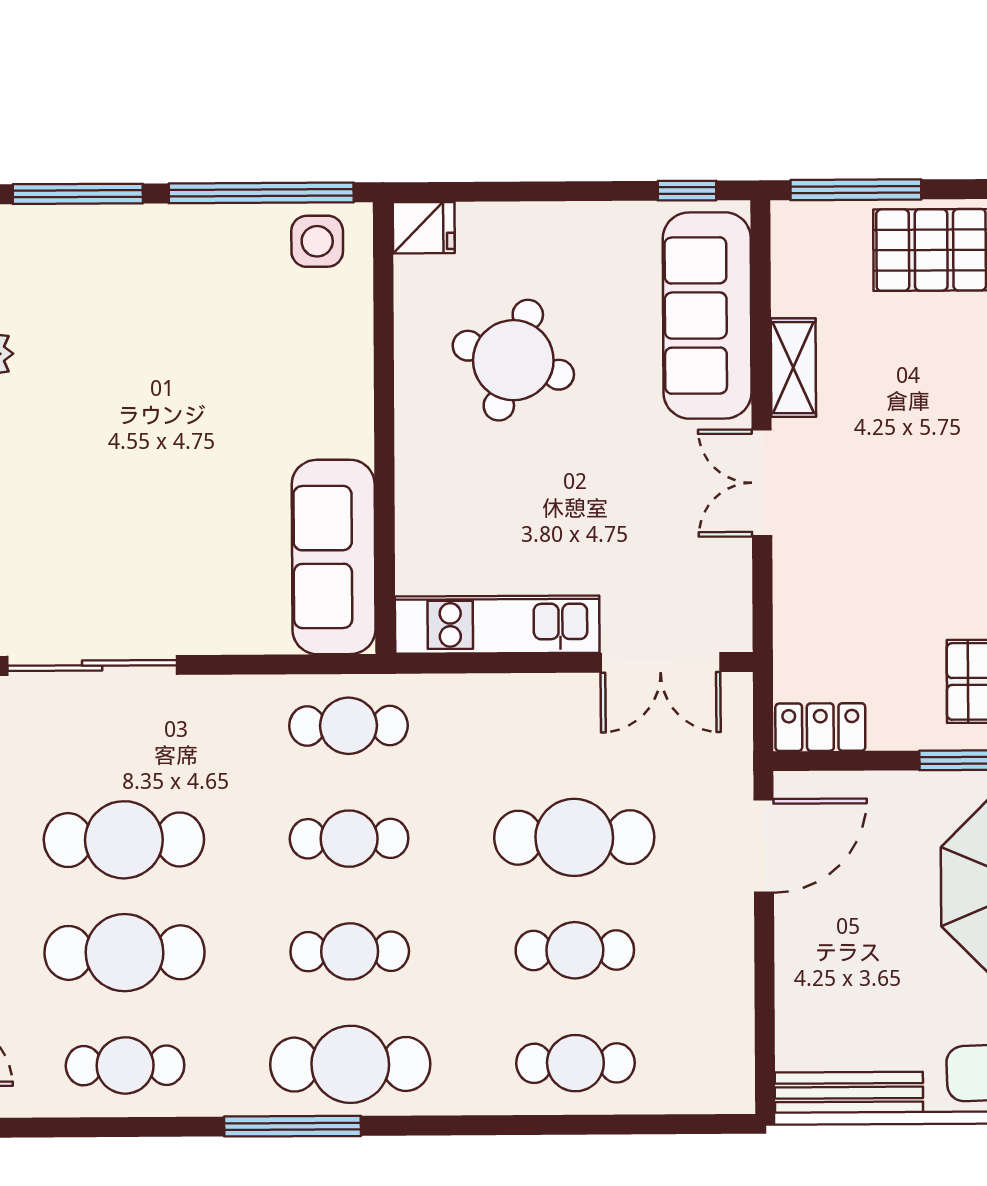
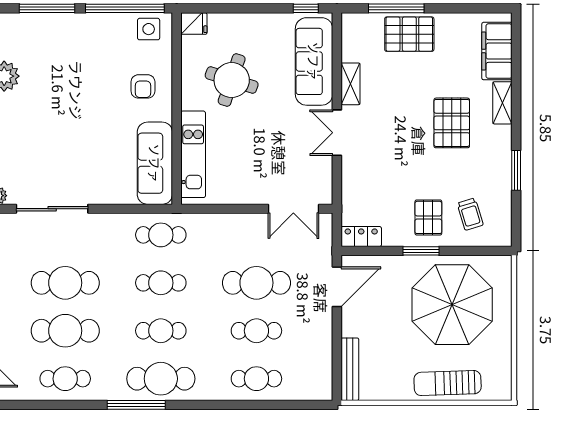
window: (856, 190) -> (396, 8), moved
armchair: (305, 376) -> (143, 86), added
kitchen unit: (497, 625) -> (193, 154), moved, turned 90
bench: (849, 1093) -> (350, 369), moved, turned 90

